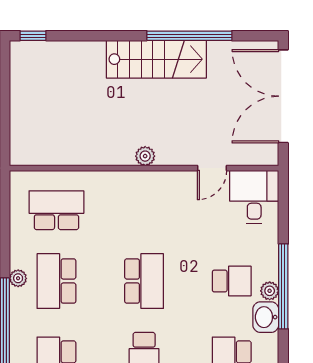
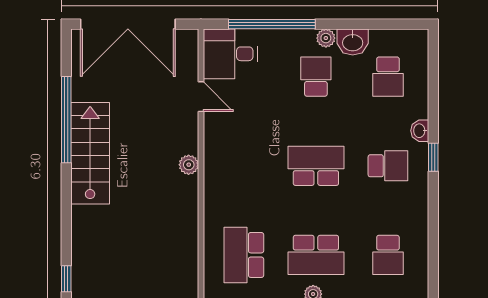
window: (283, 286) -> (272, 24), moved

